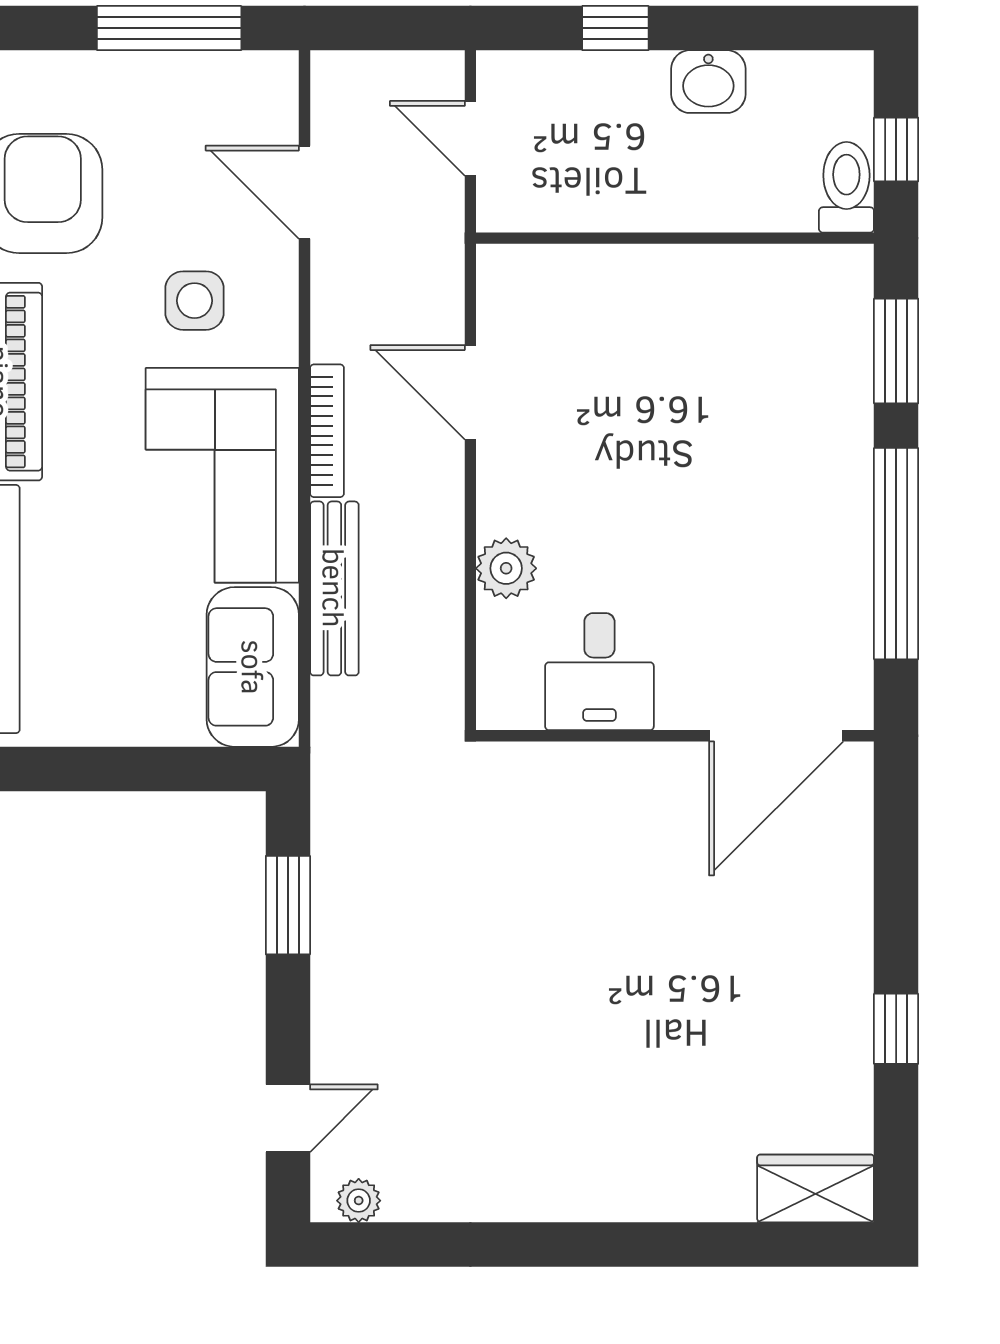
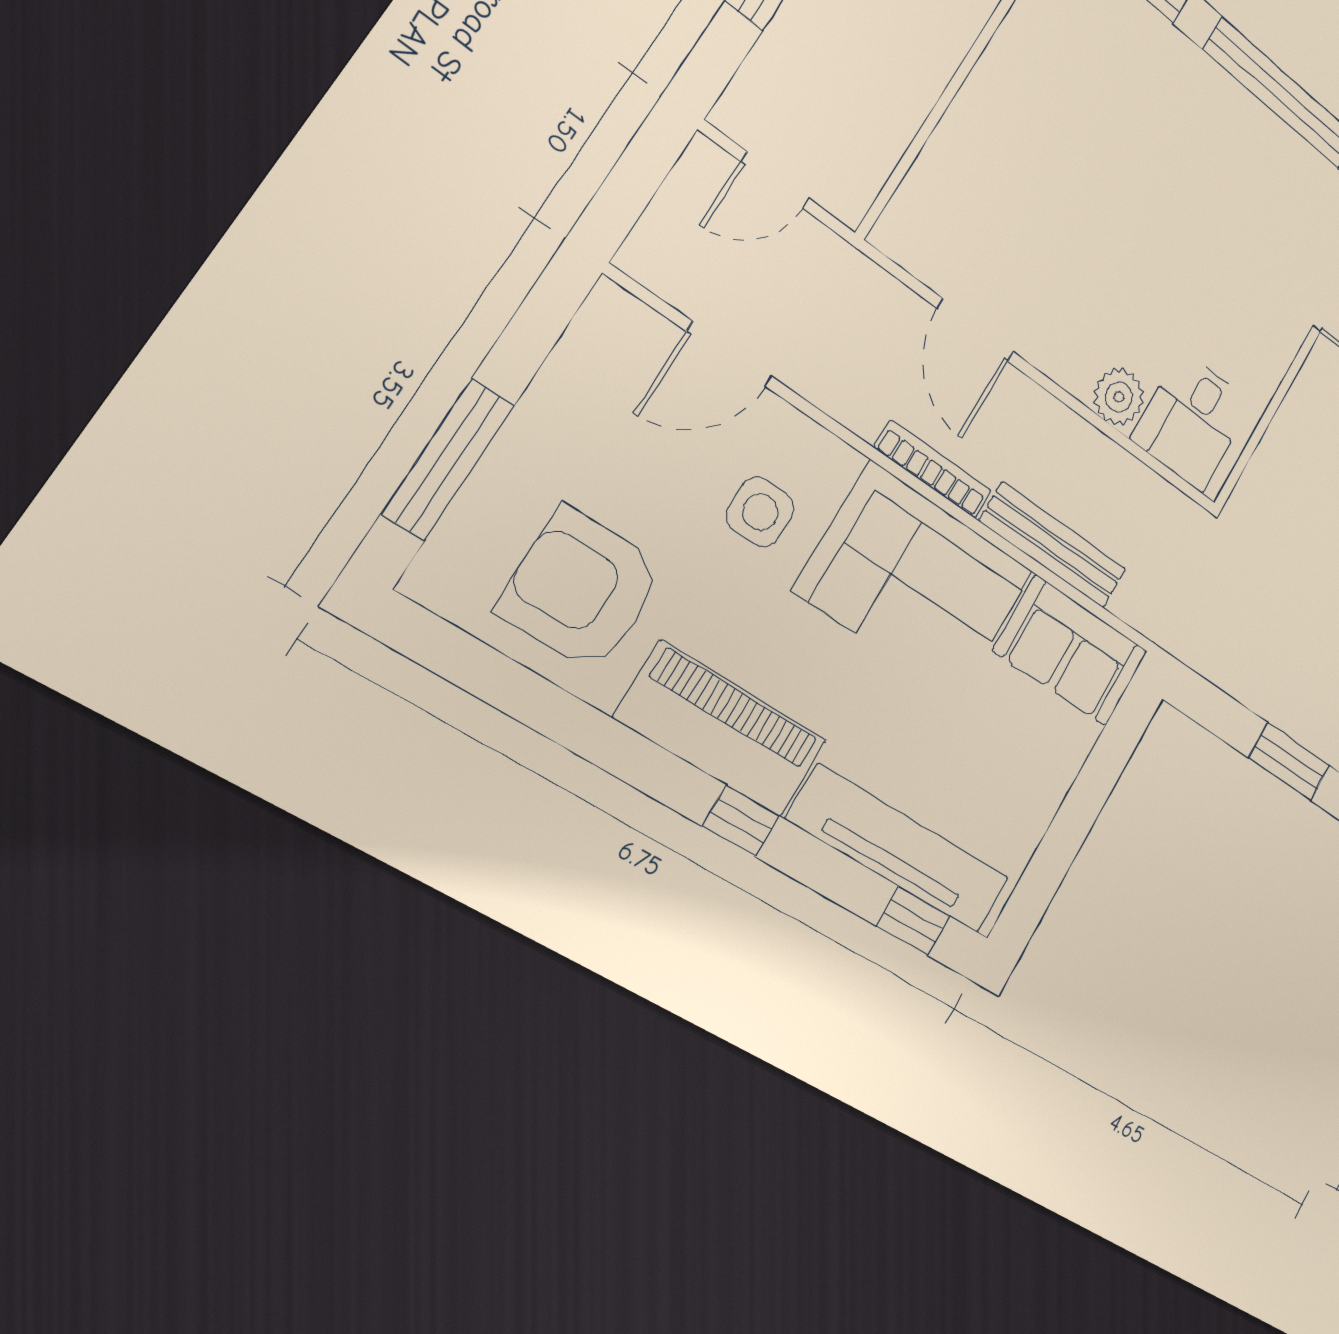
window: (169, 28) -> (448, 459), moved
door: (470, 392) -> (975, 330), hinge flipped
desk: (599, 672) -> (1192, 421), moved, turned 90
window: (288, 905) -> (1289, 762), moved

